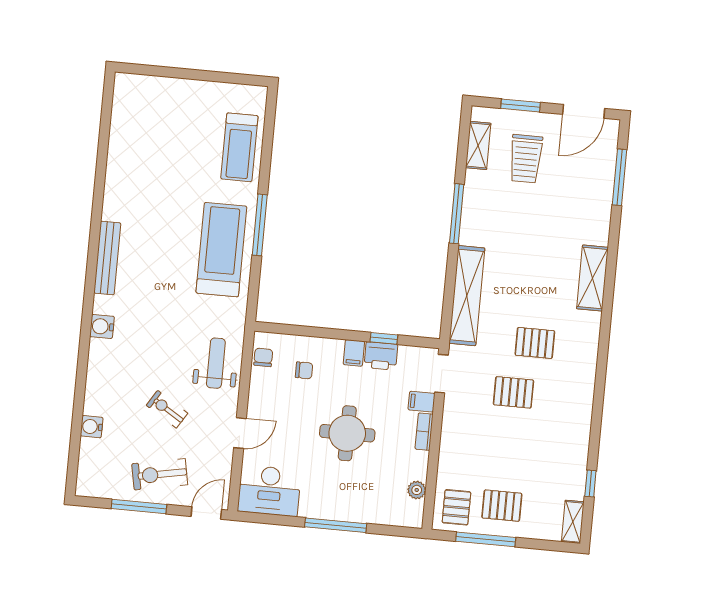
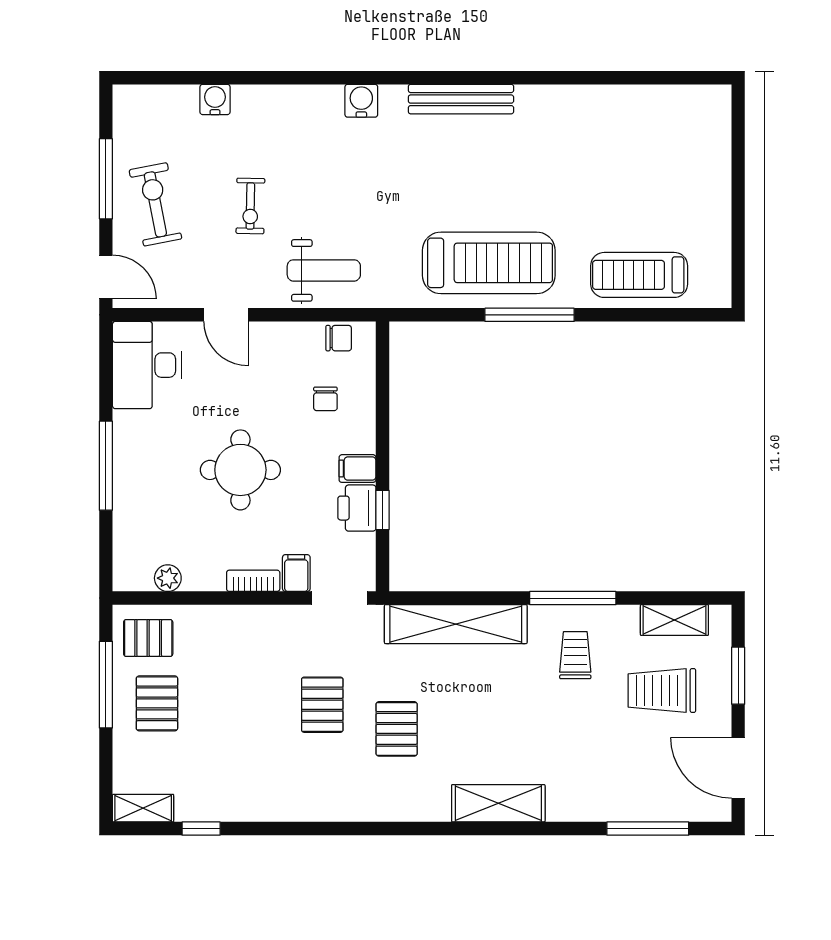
trolley: (496, 216) -> (575, 655), added
exercise bike: (167, 409) -> (250, 206), turned 149

